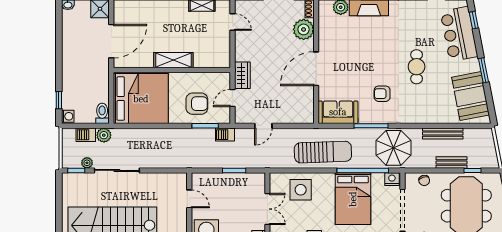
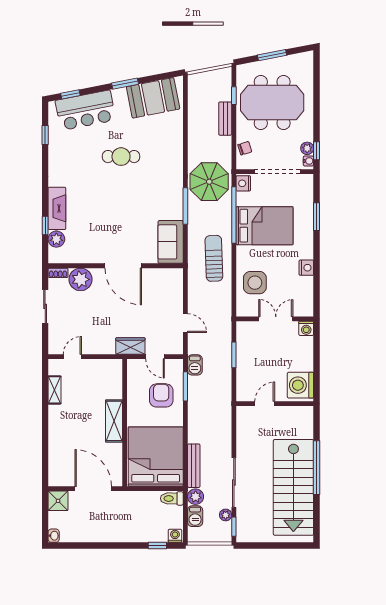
armchair: (382, 94) -> (150, 194), removed
bench: (443, 134) -> (194, 466), moved
sun lounger: (323, 152) -> (214, 258), width x0.73, depth x0.75

